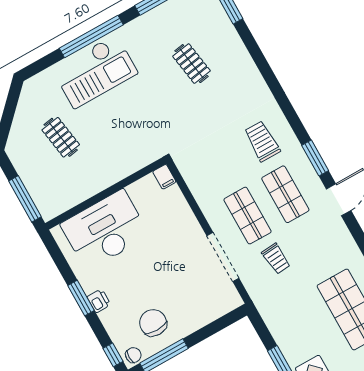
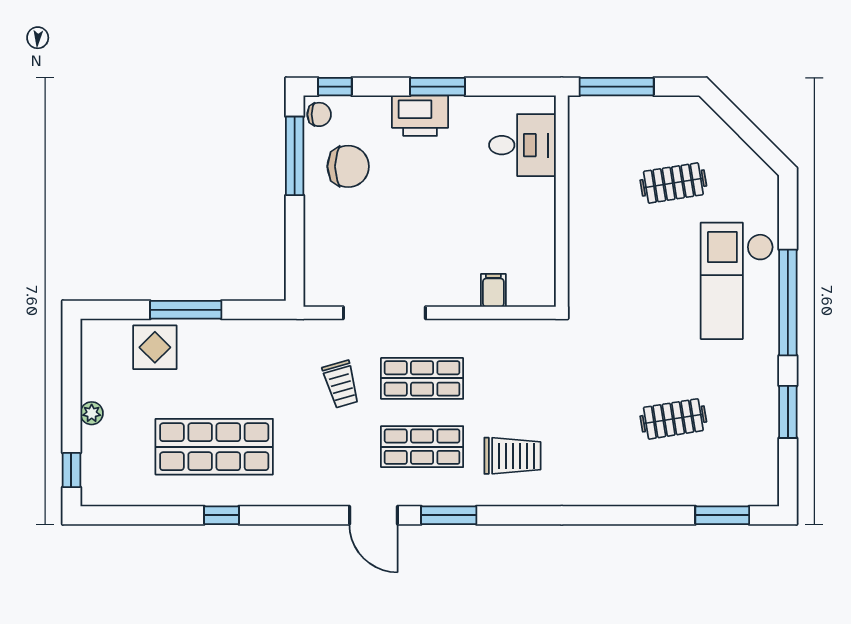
filing cabinet: (164, 177) -> (493, 290), moved, turned 90
desk: (105, 230) -> (522, 145), width x0.53, depth x0.77
trolley: (276, 259) -> (341, 384), turned -101
printer: (99, 301) -> (420, 116), width x1.87, depth x1.48
chair: (133, 355) -> (319, 114), turned -89

